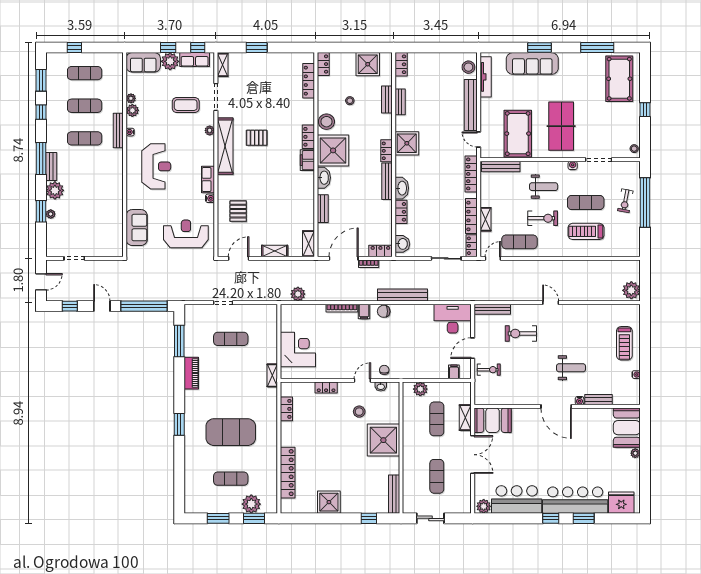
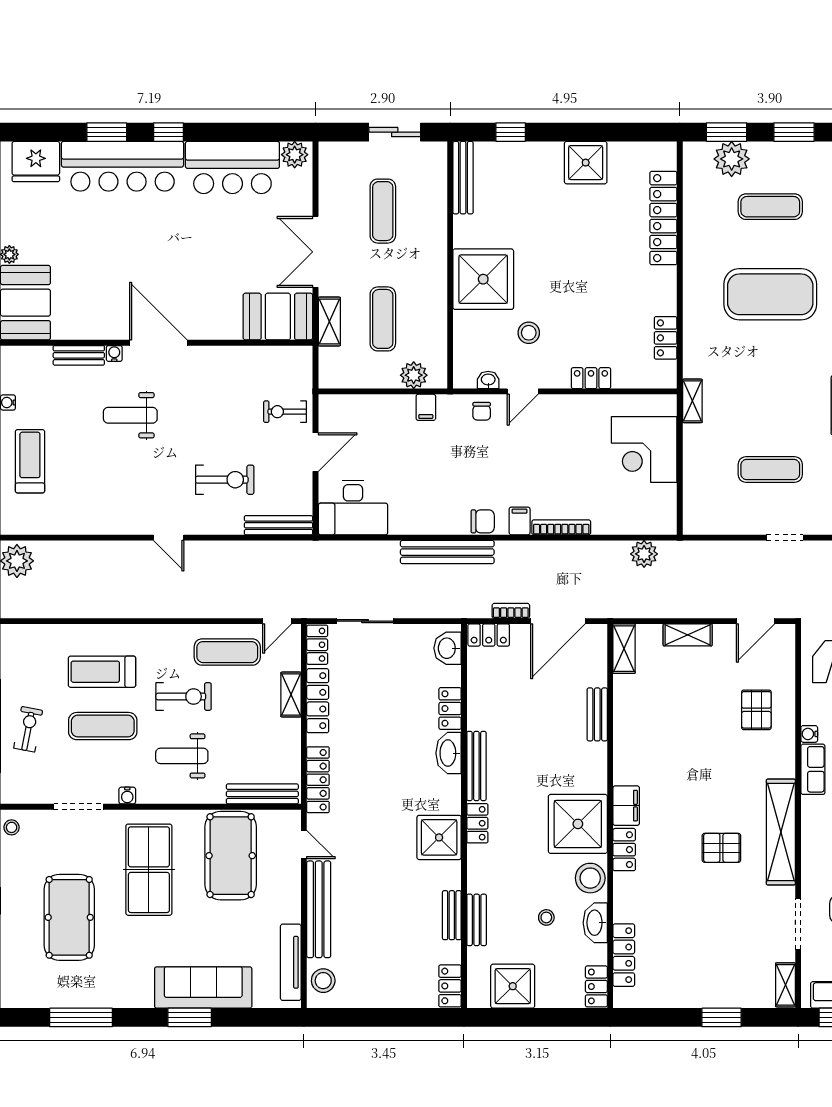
pool table: (619, 79) -> (69, 917), moved
plant: (210, 130) -> (810, 862), removed
washbasin: (324, 178) -> (595, 923), moved
exercise bike: (543, 218) -> (184, 696), turned 180
treadmill: (586, 231) -> (102, 672), turned 180
filing cabinet: (454, 372) -> (426, 407), moved

